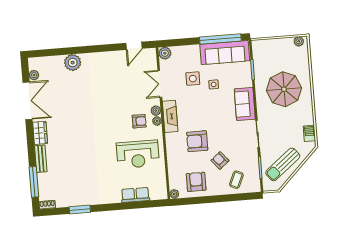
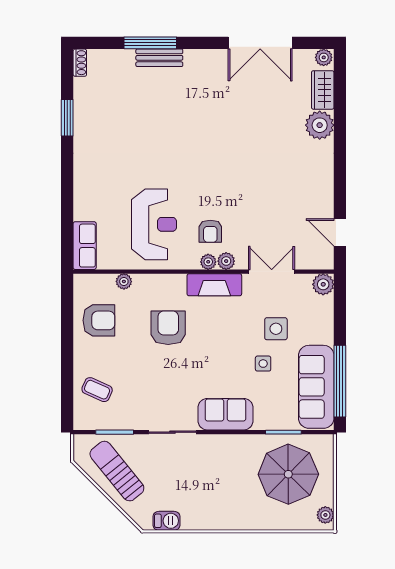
plant: (34, 75) -> (324, 57), moved
parasol: (284, 89) -> (288, 474), moved
wardrobe: (40, 133) -> (323, 90), moved, turned 90
reception desk: (138, 154) -> (154, 224), turned 180
armchair: (220, 160) -> (132, 364), removed
window: (34, 182) -> (150, 43), moved
plant: (174, 194) -> (124, 281), moved
row of seats: (135, 195) -> (85, 246), moved

